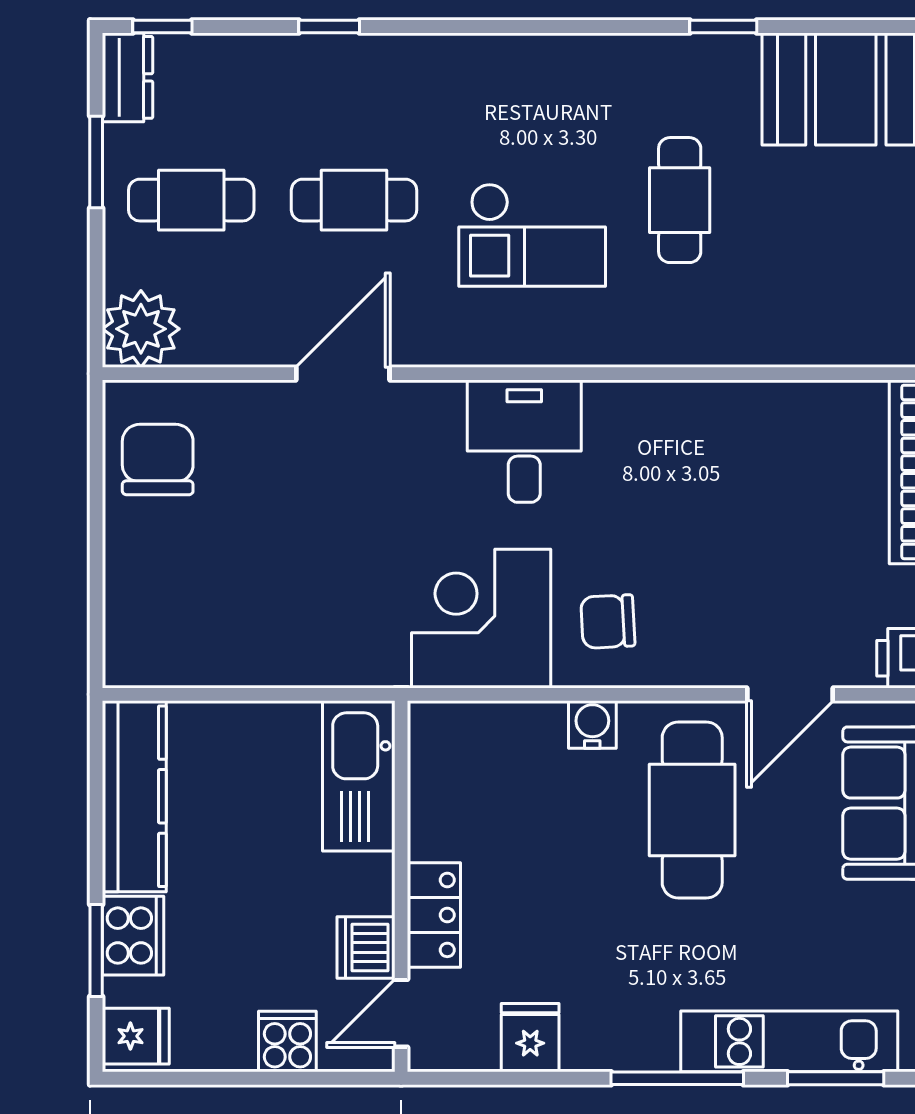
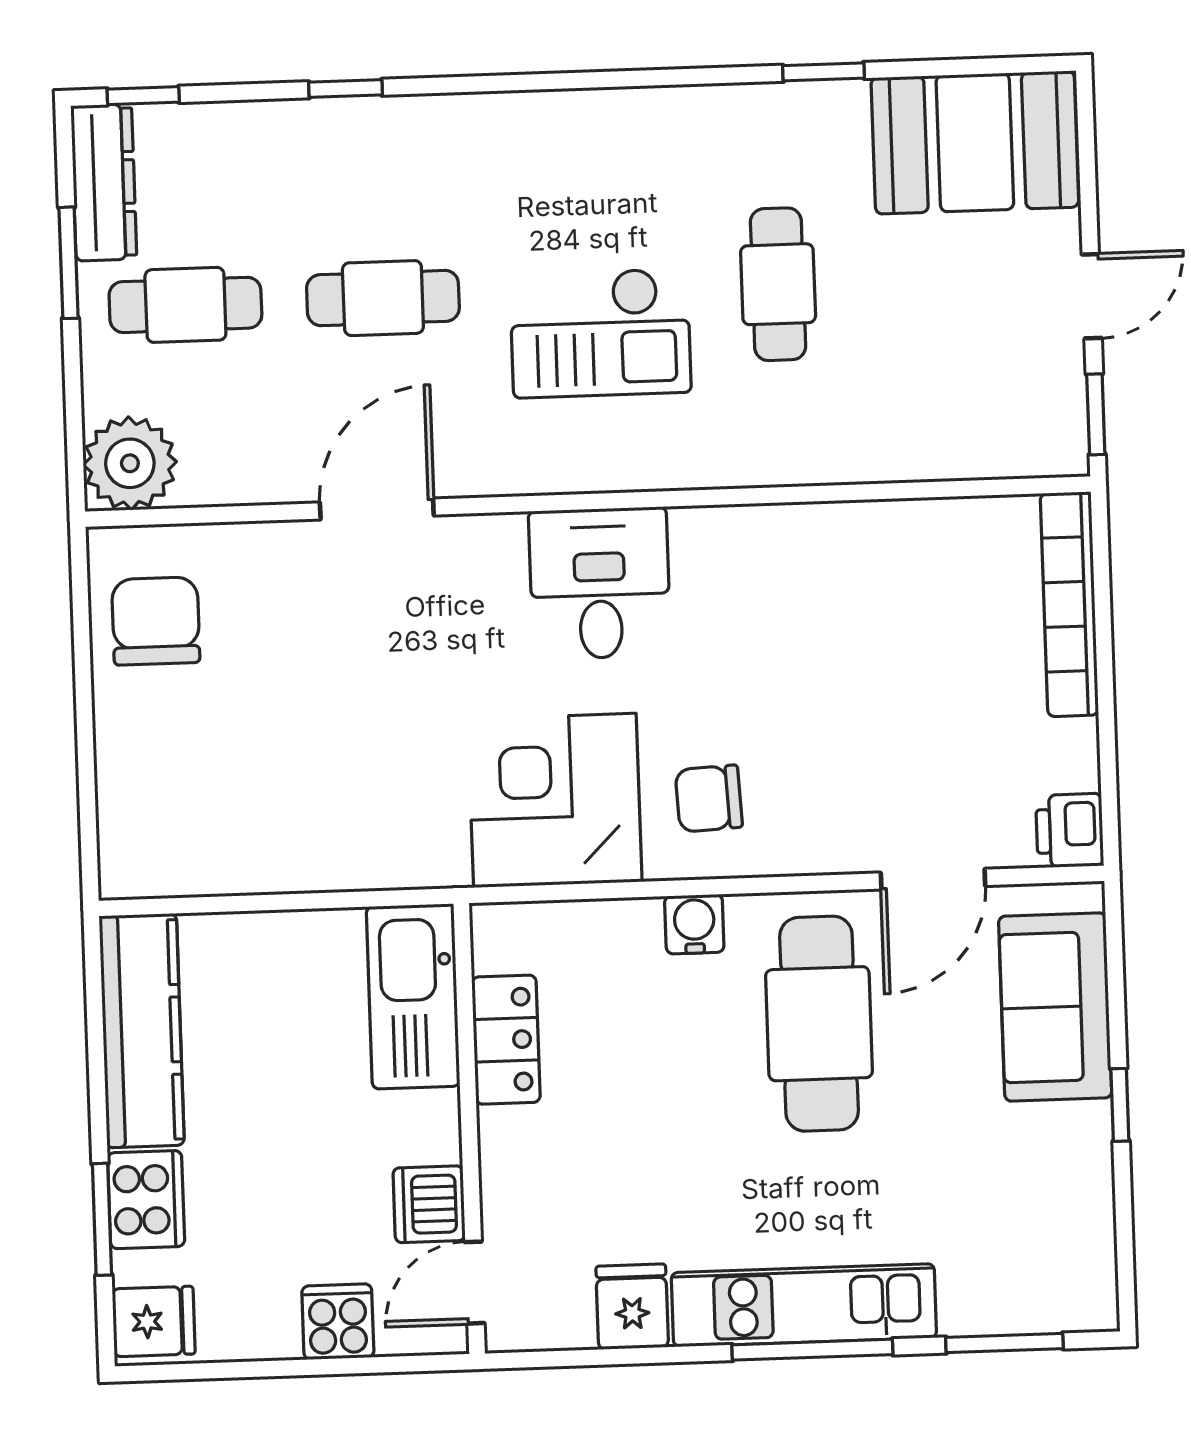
dresser: (128, 77) -> (104, 182), width x1.44
locker: (434, 915) -> (506, 1040), moved
kitchen unit: (789, 1041) -> (804, 1305), moved

